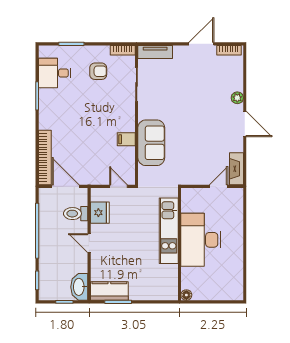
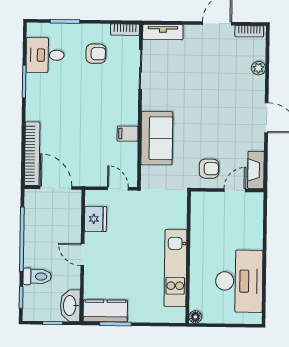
plant: (237, 98) -> (258, 68), moved
armchair: (196, 168) -> (209, 169), added
toilet: (76, 214) -> (37, 276), moved, turned 180
kitchen unit: (169, 231) -> (175, 268), moved
desk: (201, 240) -> (239, 281), moved, turned 180

